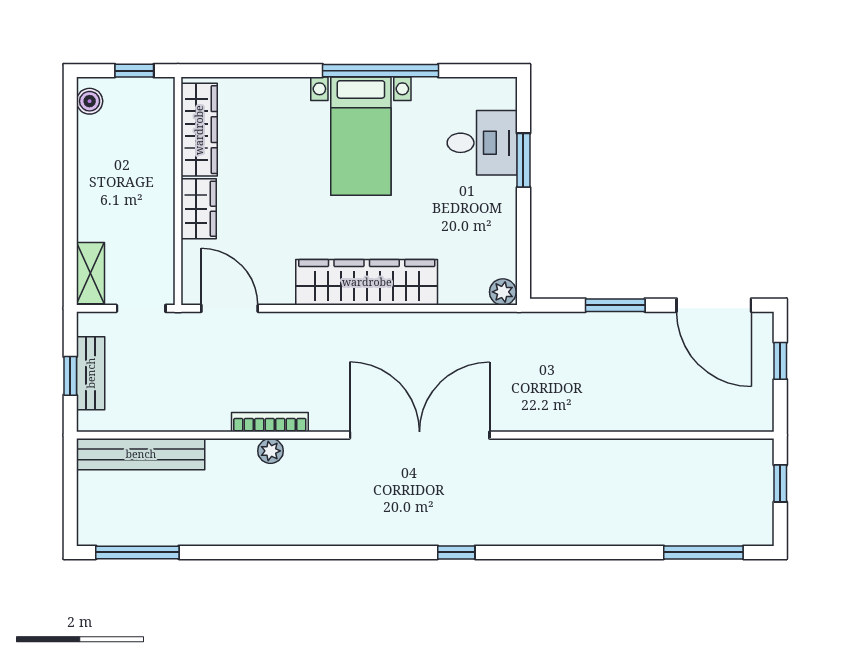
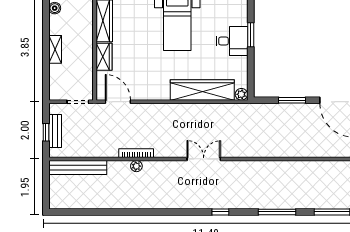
desk: (482, 143) -> (232, 41), moved
shelving: (90, 273) -> (55, 49), moved
wardrobe: (367, 282) -> (202, 90), moved
double door: (420, 435) -> (204, 159), width x0.54
window: (137, 552) -> (277, 212), moved

